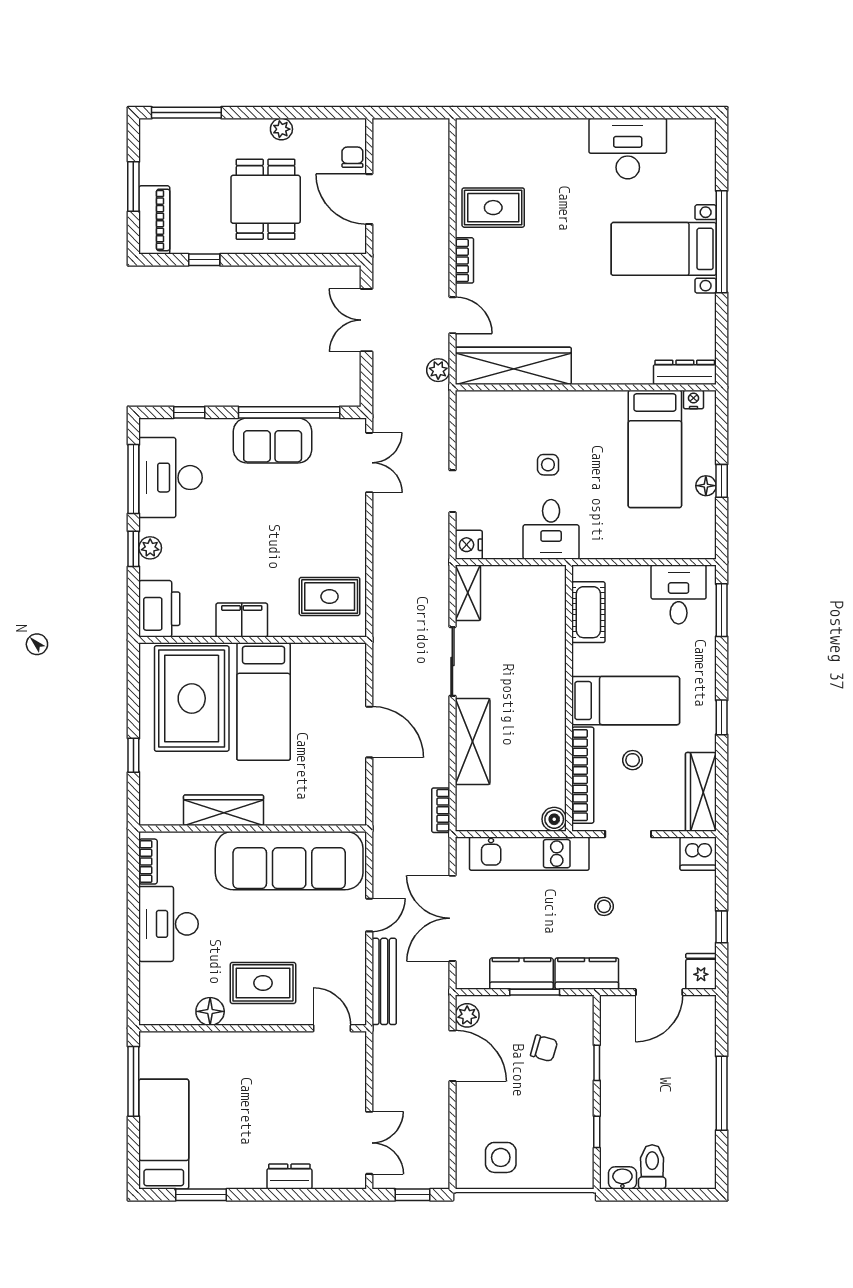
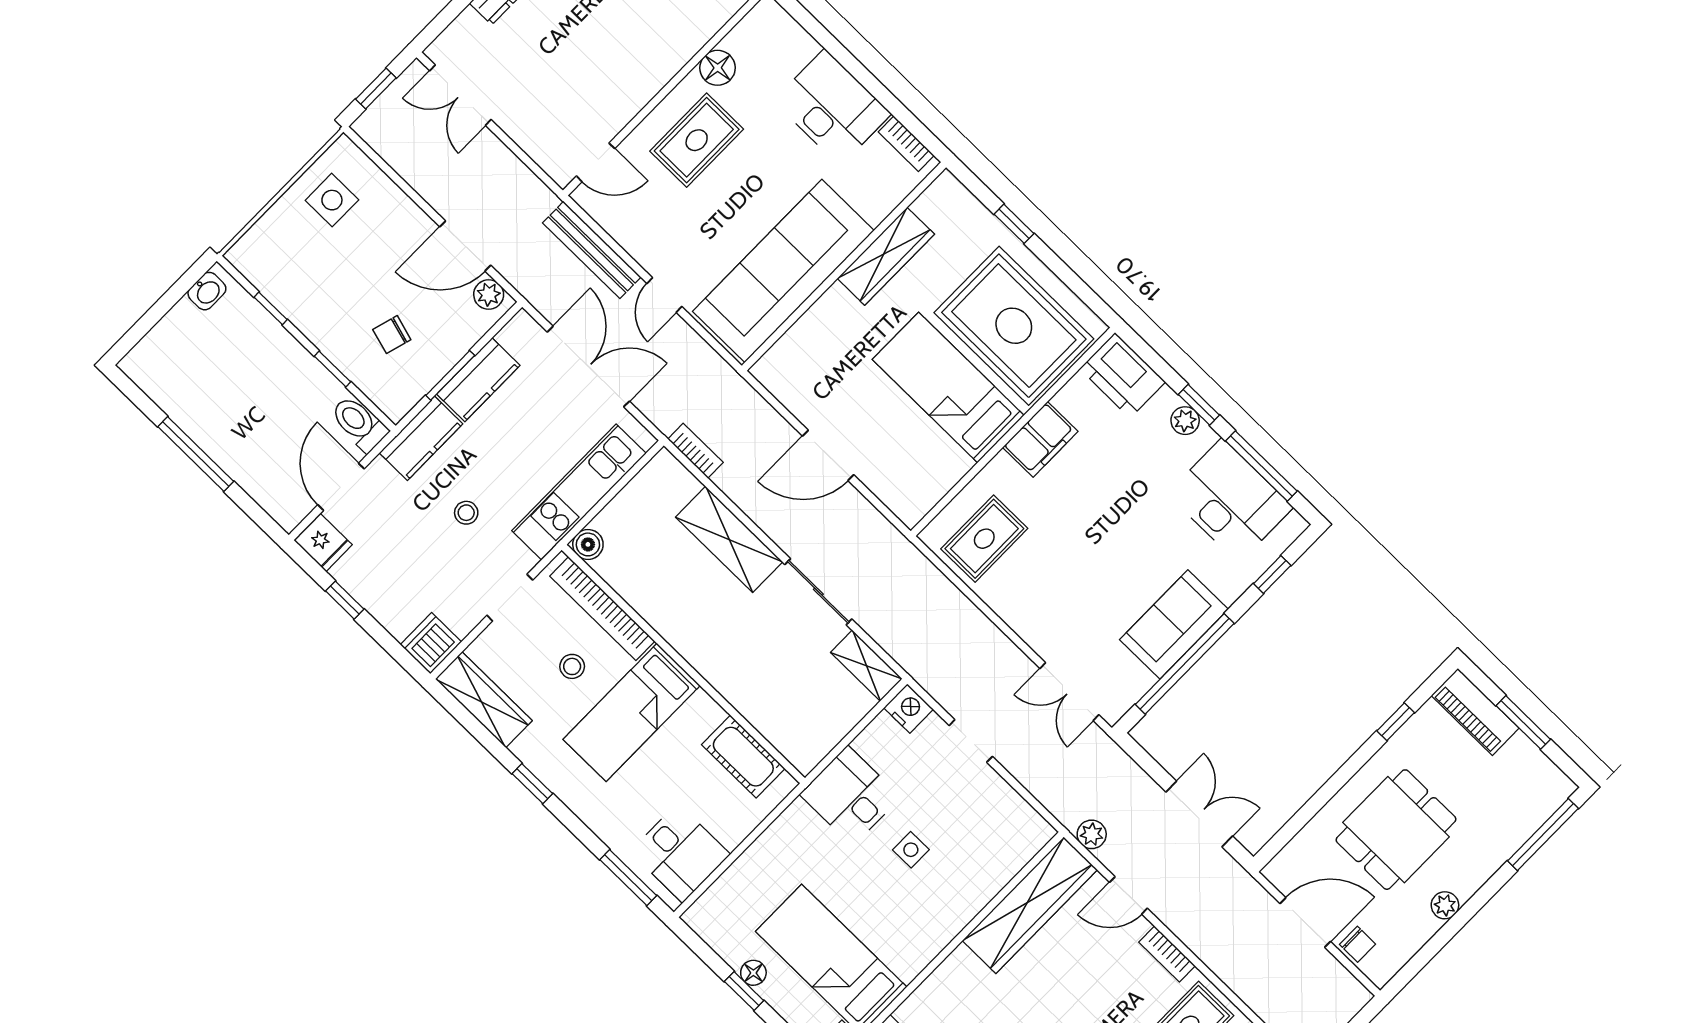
dining table: (266, 199) -> (1396, 830), turned 90
toilet: (652, 1167) -> (359, 424), moved, turned 180

